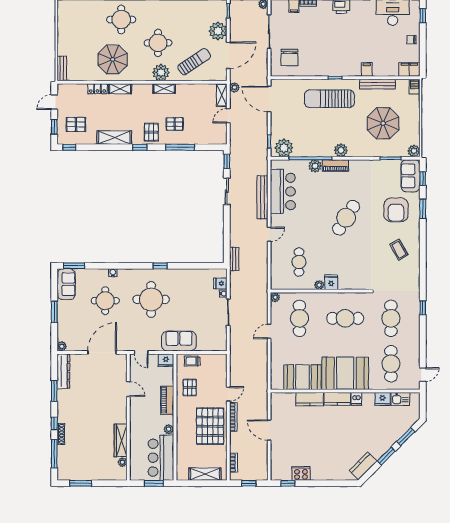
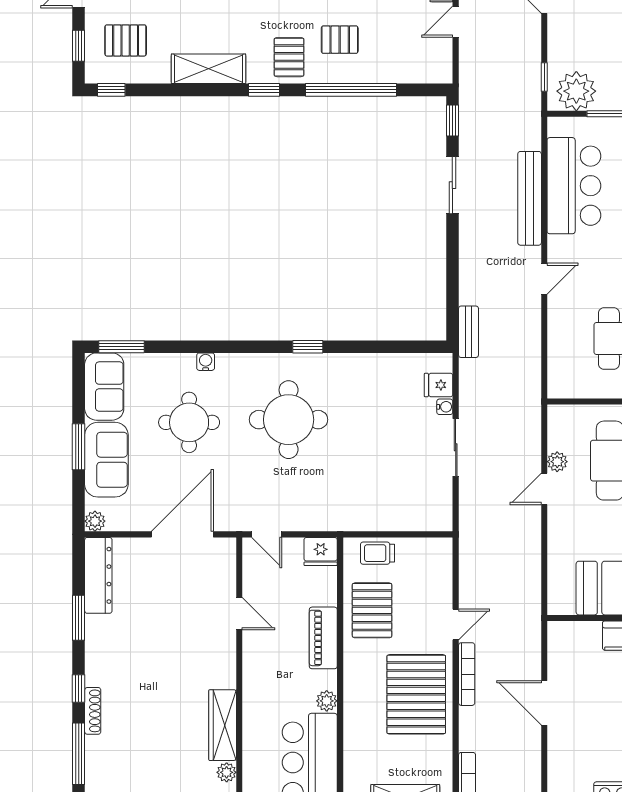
window: (180, 147) -> (351, 90), width x1.46
plant: (275, 297) -> (557, 462), moved
sofa: (179, 341) -> (106, 460), moved, turned 90
pallet: (190, 387) -> (372, 610), width x1.50, depth x1.42

